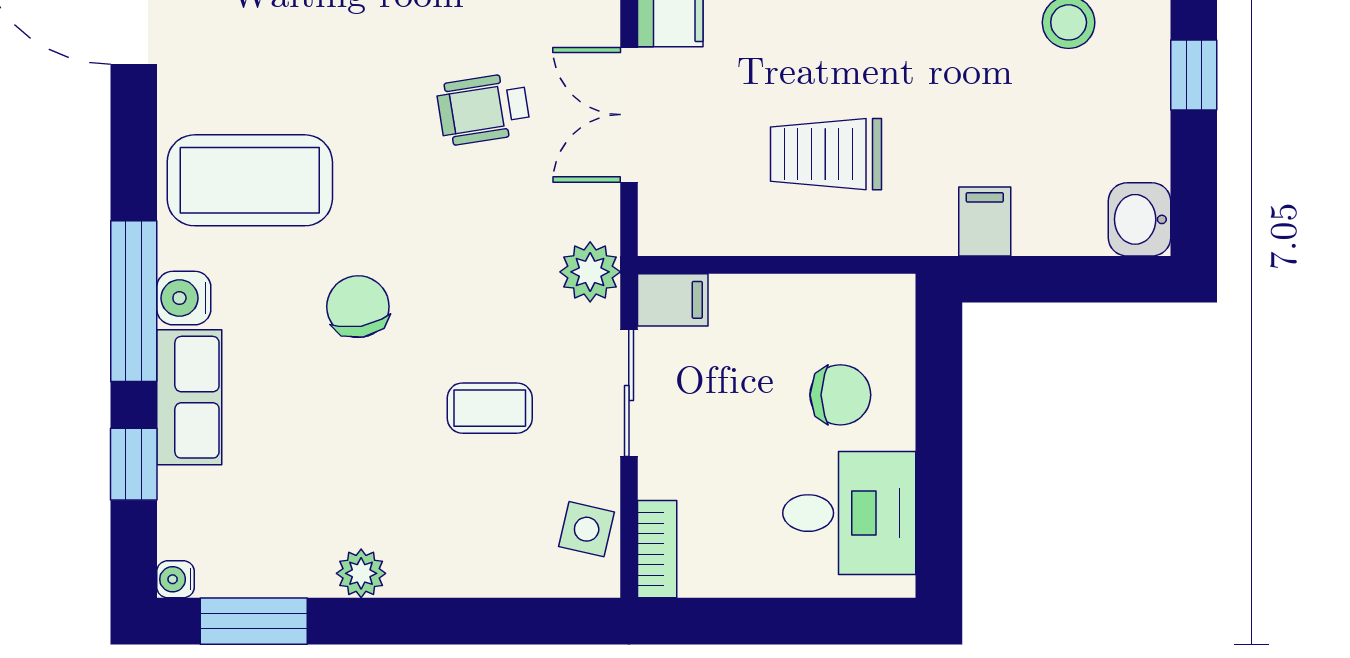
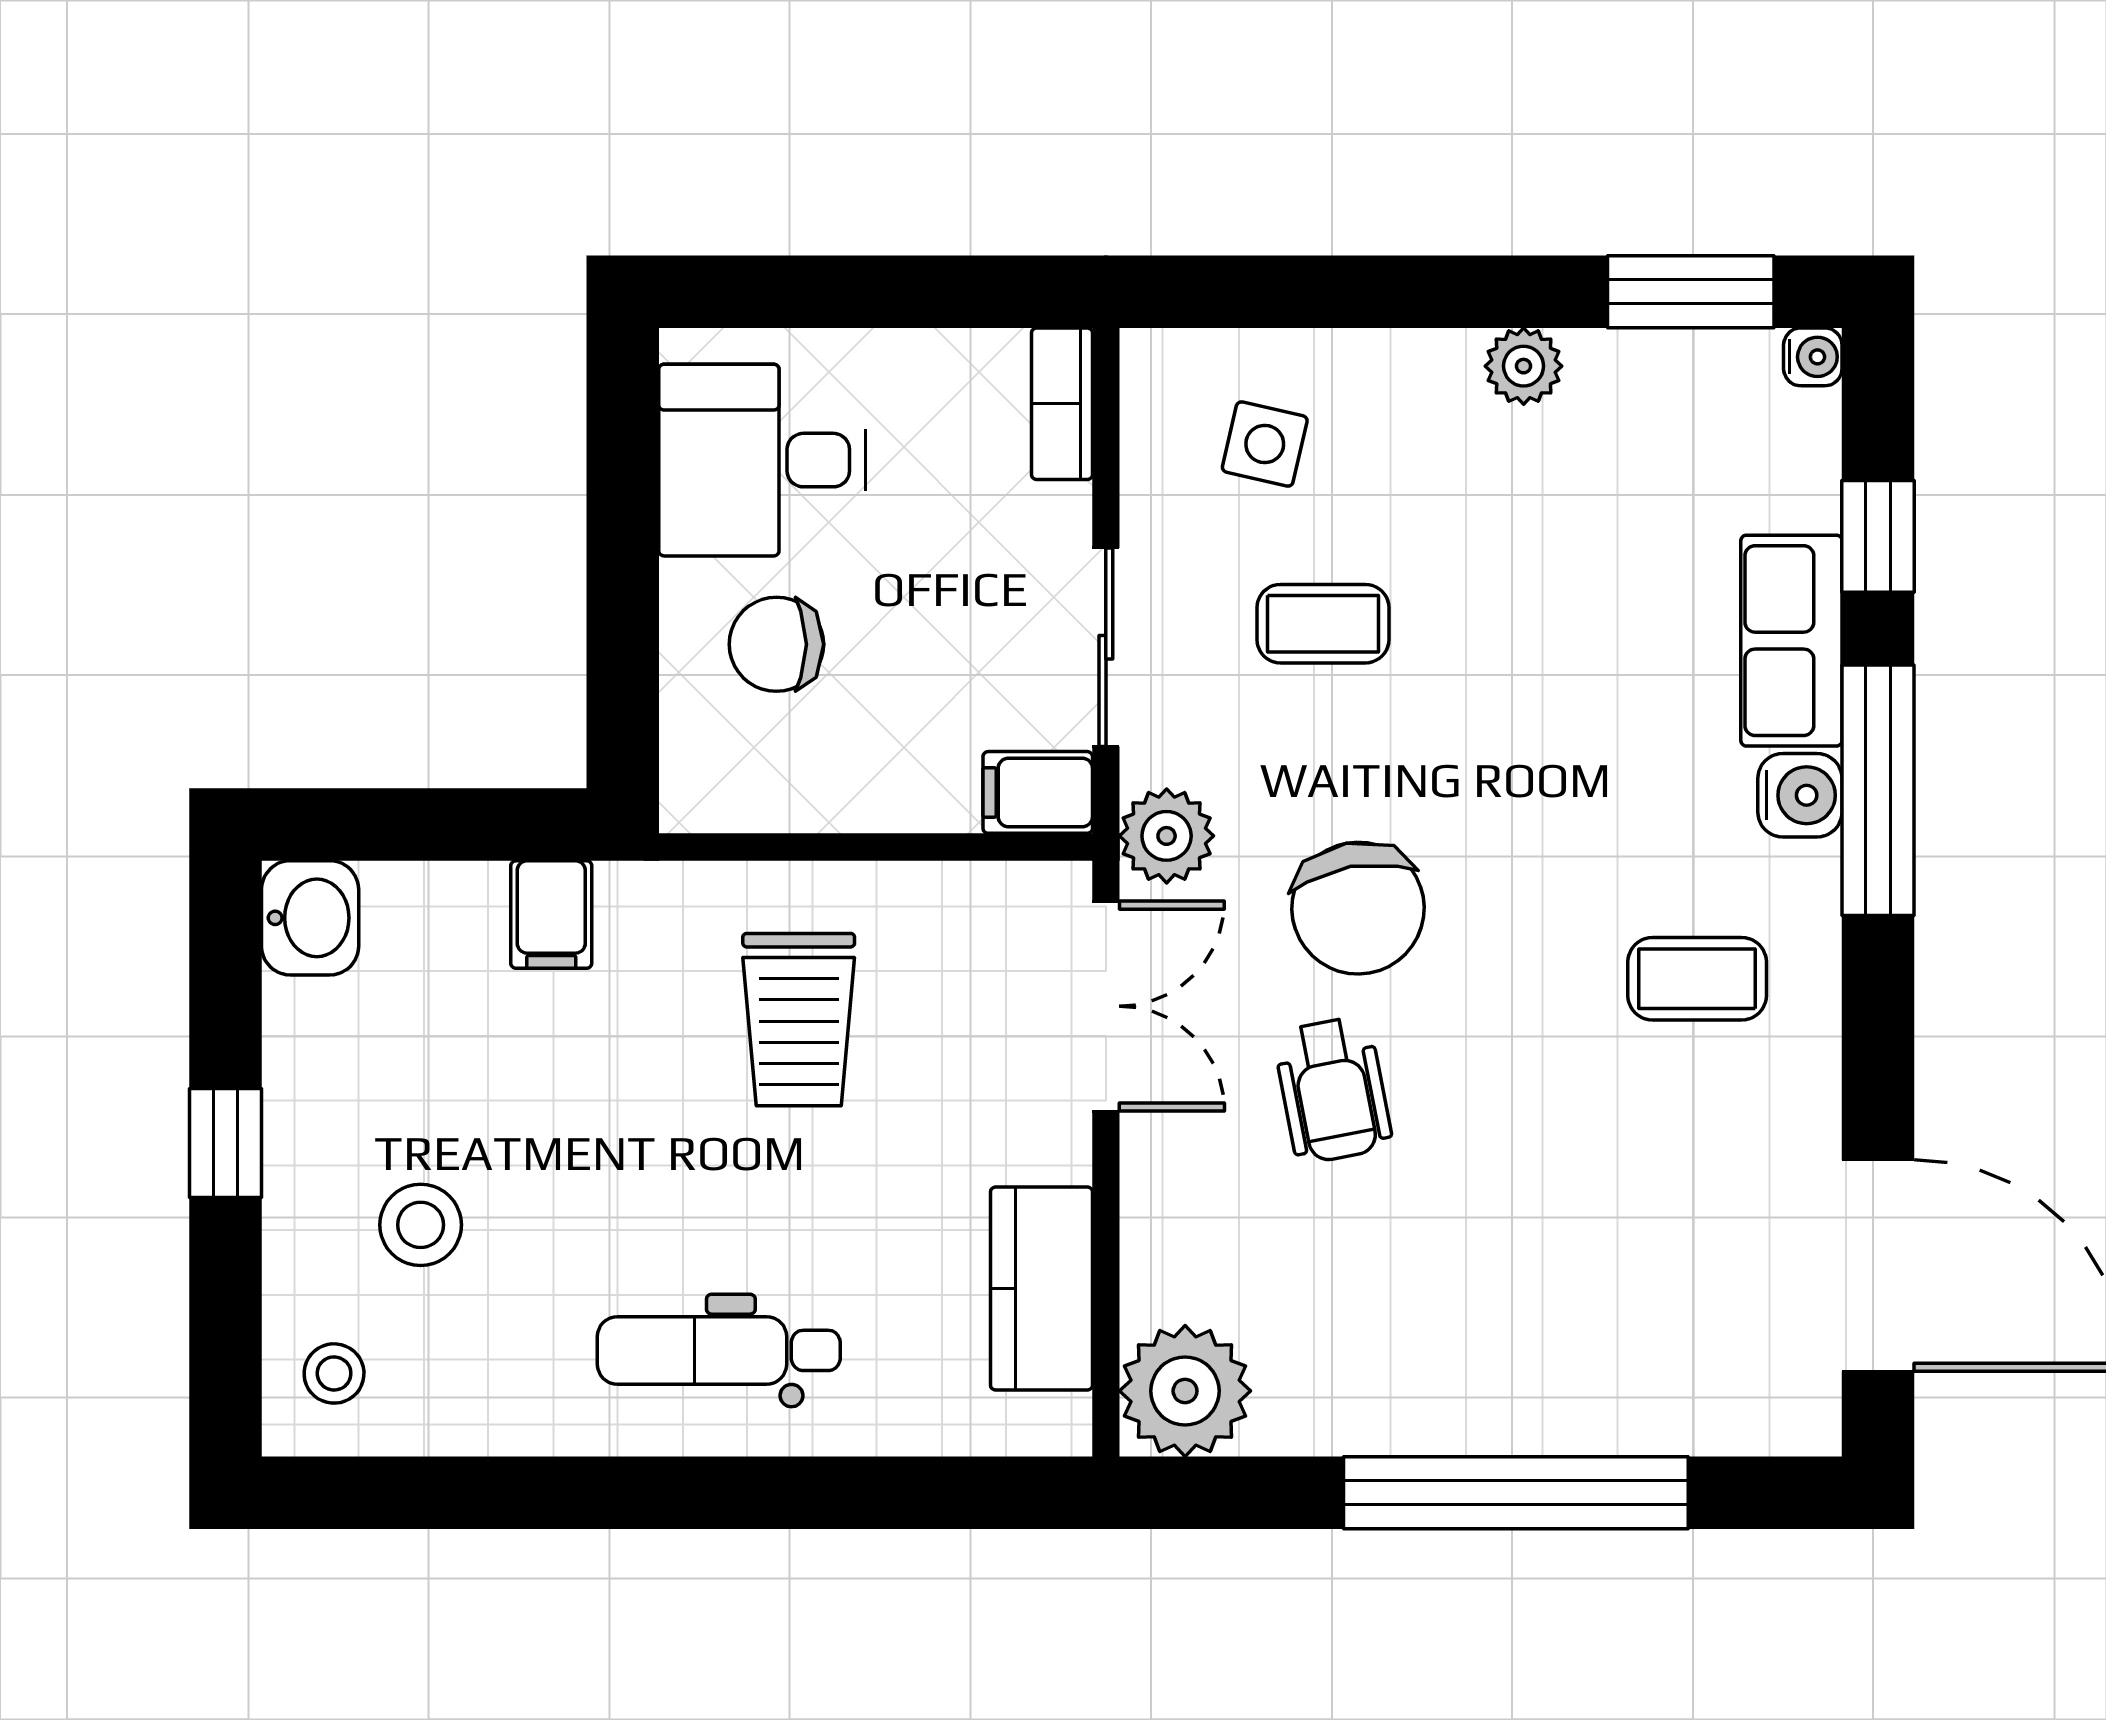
wheelchair: (483, 109) -> (1333, 1090), turned 88
double door: (629, 115) -> (1106, 1006), moved
trolley: (826, 154) -> (799, 1020), turned 90
coffee table: (250, 180) -> (1697, 979), width x0.54, depth x0.58
chair: (358, 307) -> (1358, 908), moved, width x1.37, depth x1.37
side table: (587, 529) -> (1265, 444), moved

